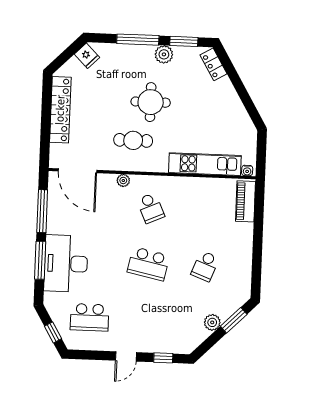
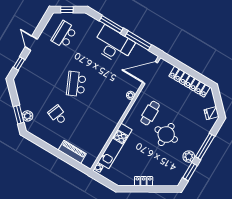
locker: (214, 64) -> (144, 181), moved
piano: (246, 201) -> (72, 152), moved
school desk: (151, 208) -> (107, 102), removed
desk: (66, 264) -> (113, 45), moved
school desk: (148, 264) -> (76, 84), turned -36
plant: (212, 322) -> (27, 116), moved

